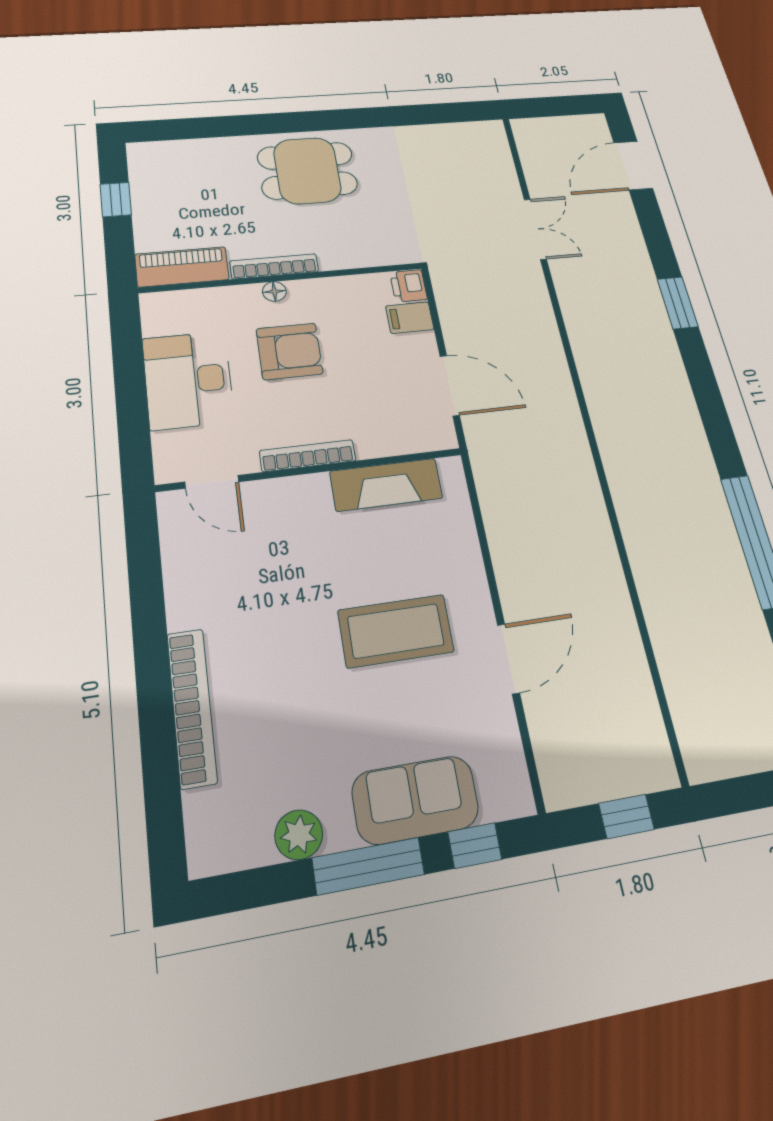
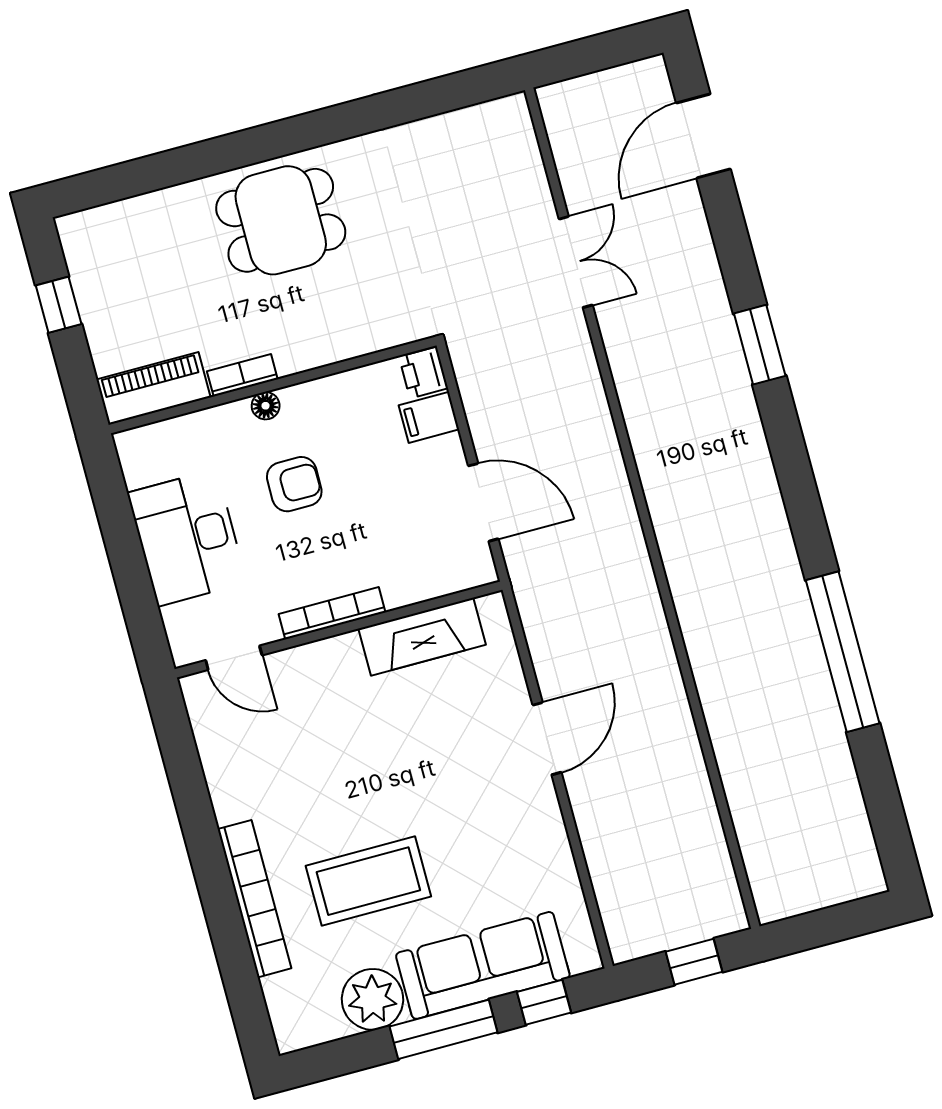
bookcase: (274, 266) -> (242, 375), width x0.64
armchair: (289, 351) -> (294, 484), width x0.72, depth x0.72
coffee table: (396, 631) -> (368, 881), moved
door: (508, 659) -> (547, 739), moved
sofa: (415, 800) -> (483, 965), width x1.36
plant: (299, 835) -> (372, 999), width x1.36, depth x1.36

